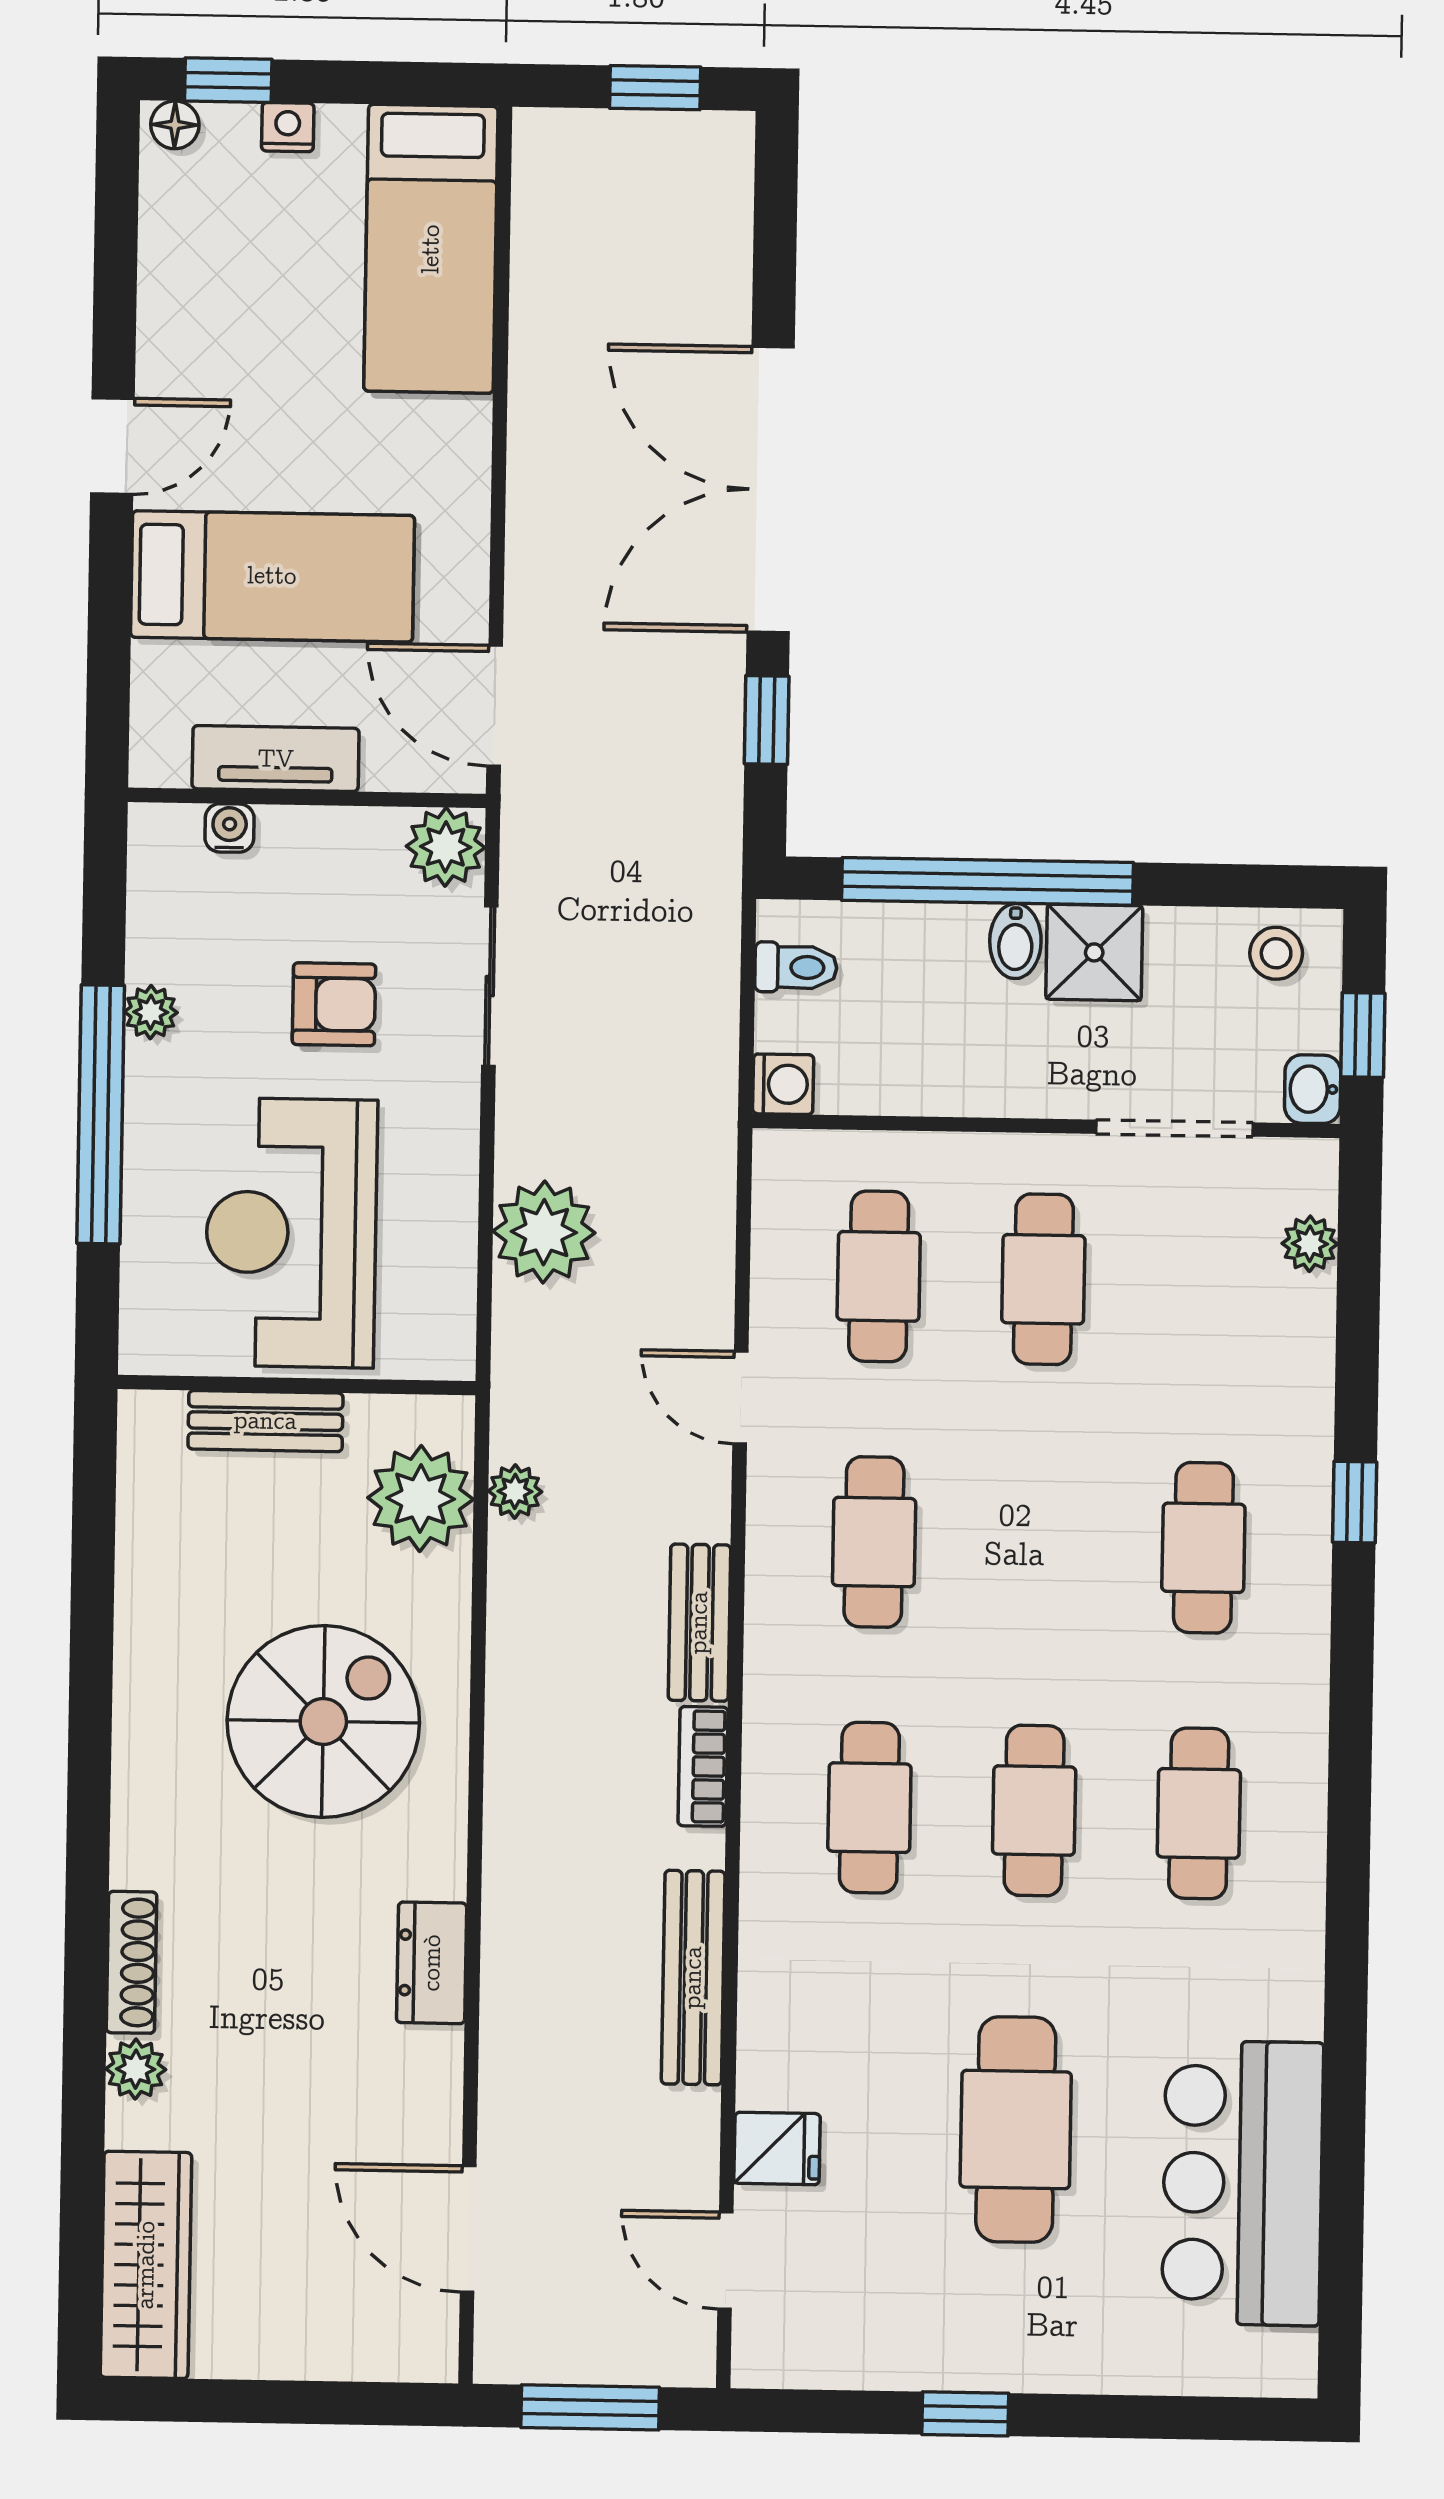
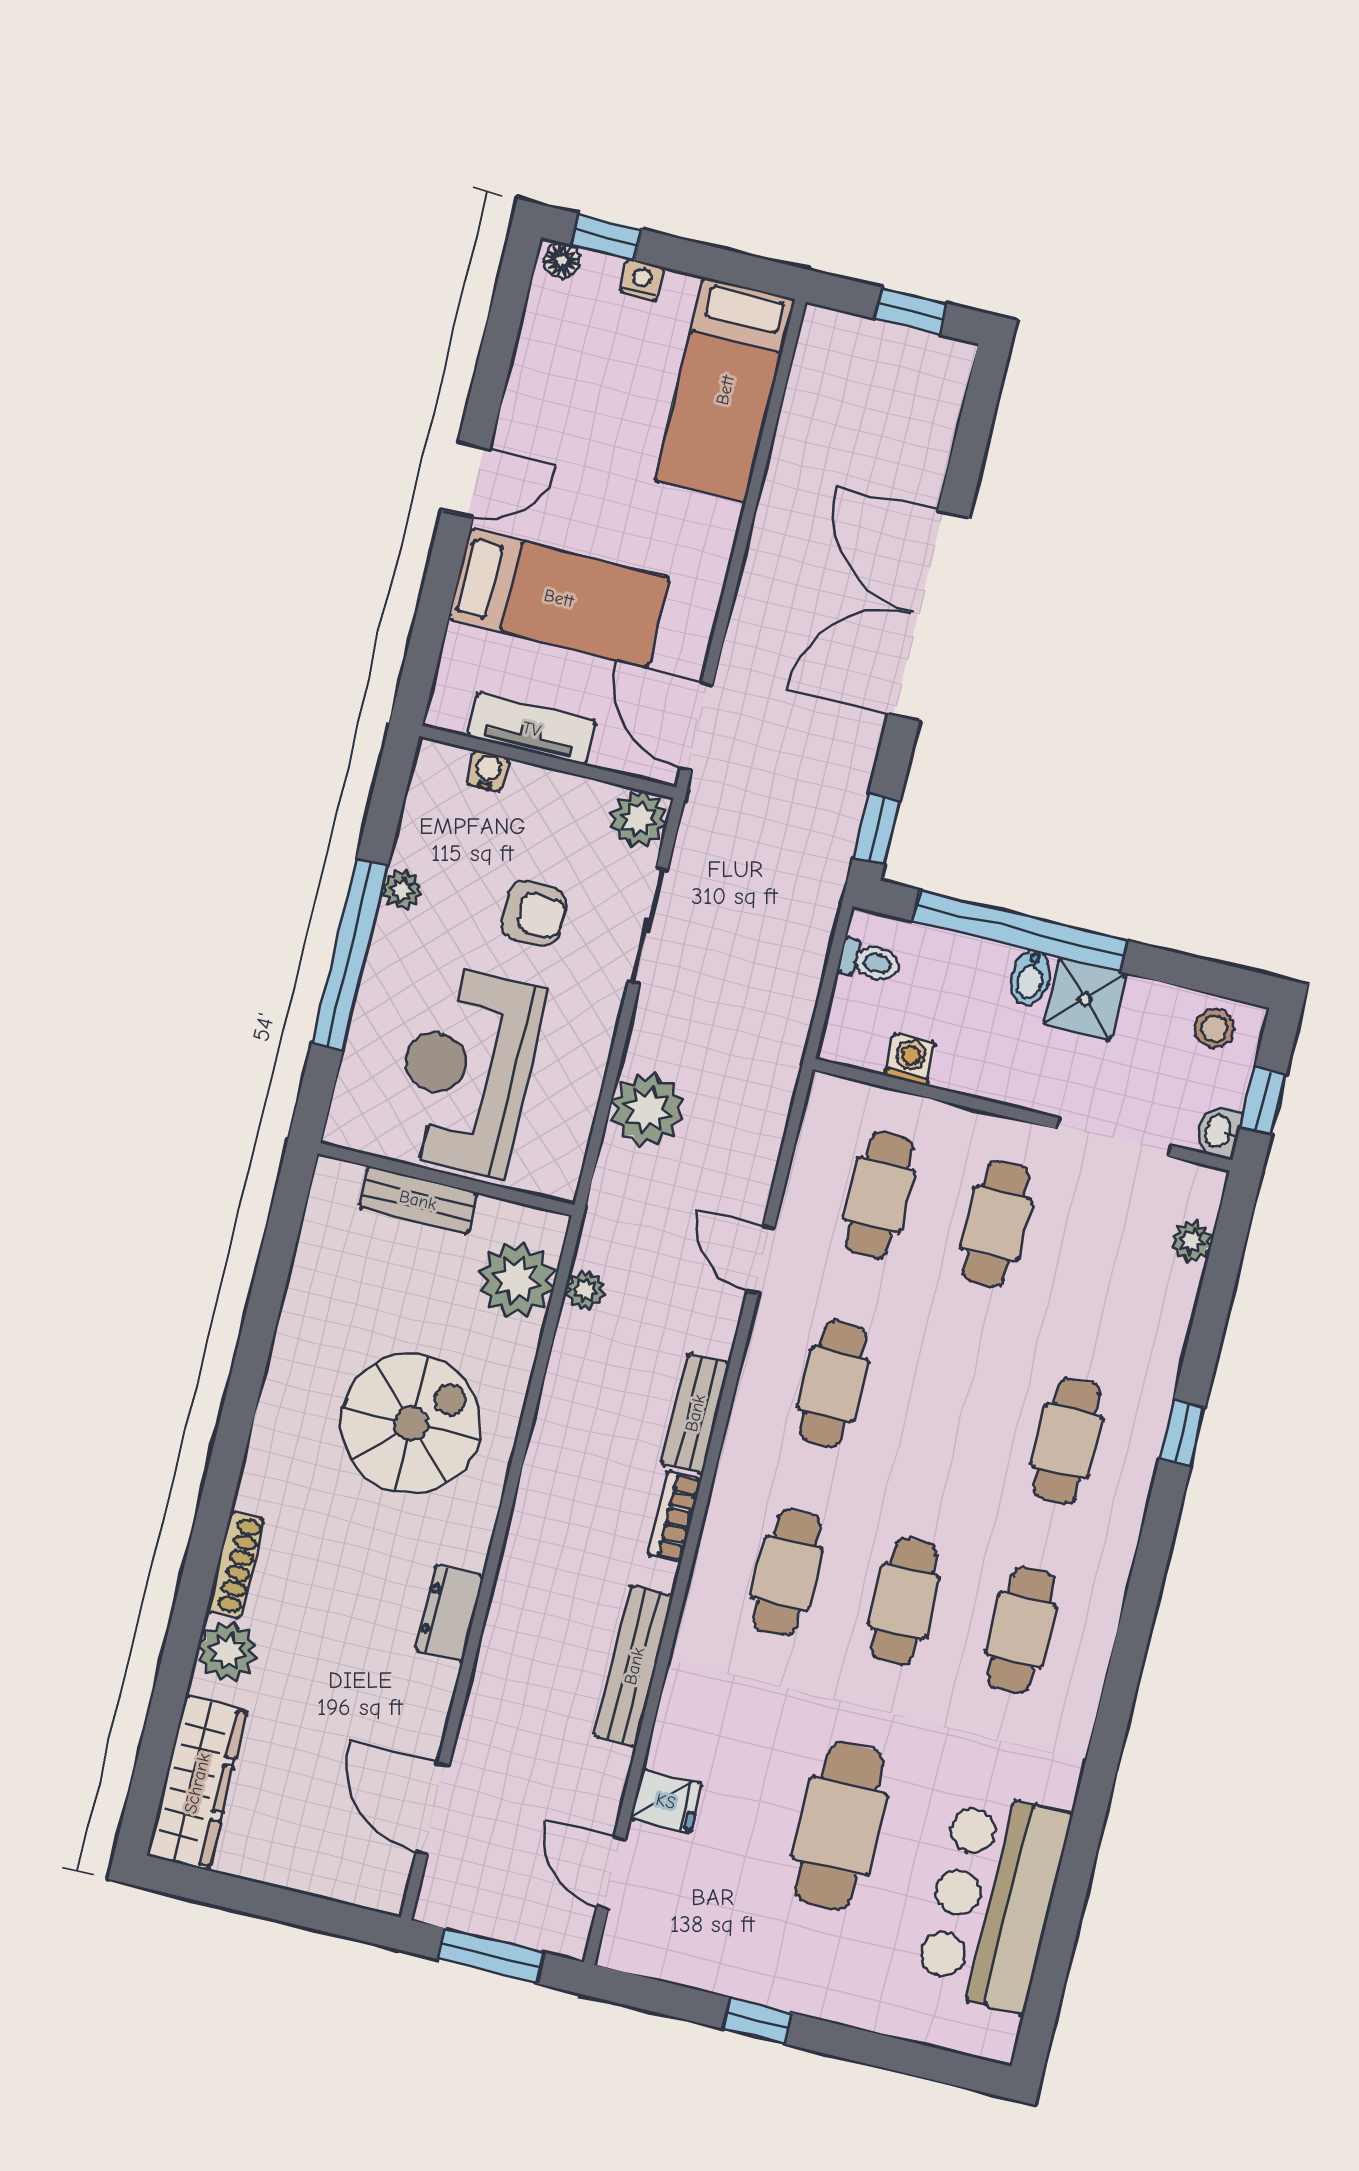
window: (767, 720) -> (876, 829), moved
washing machine: (783, 1084) -> (910, 1059), moved, turned -90
plant: (136, 2069) -> (227, 1651), width x1.38, depth x1.38

